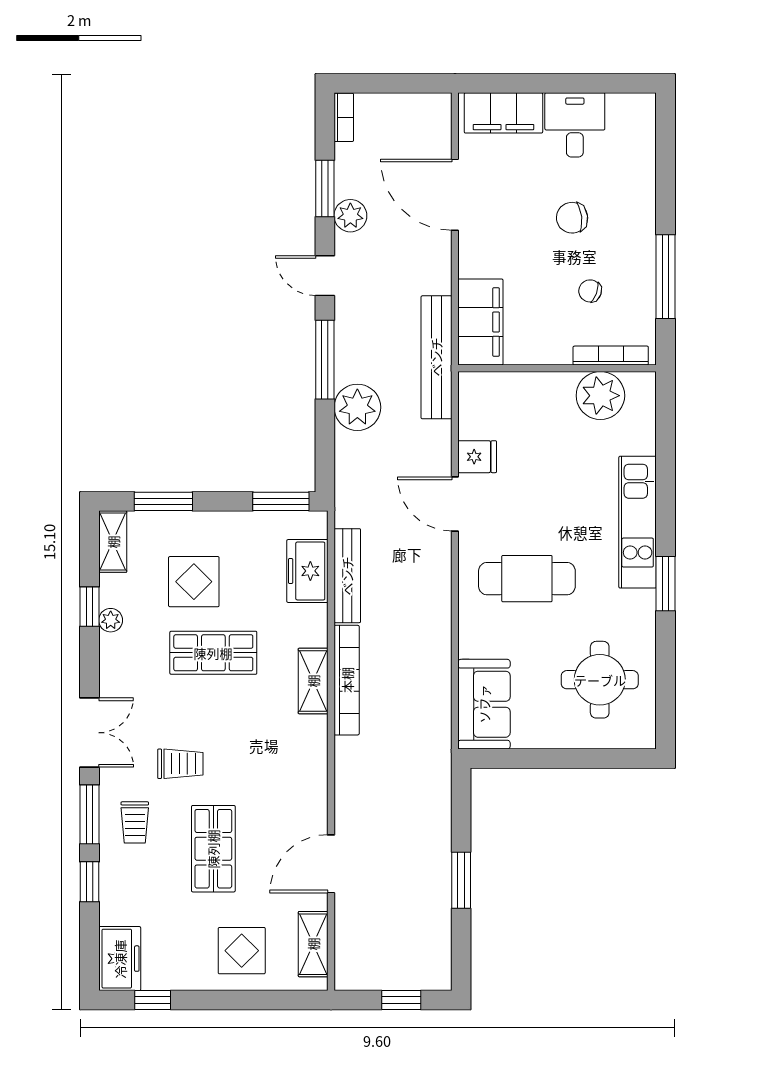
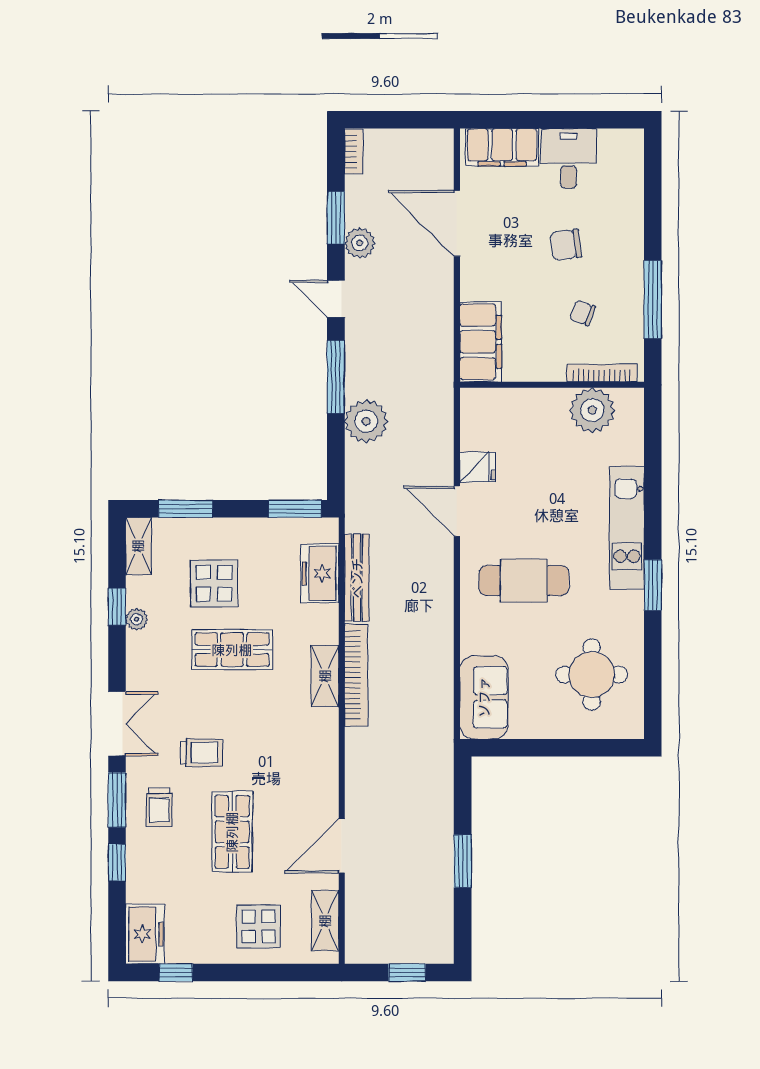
bench: (436, 357) -> (440, 375), removed

